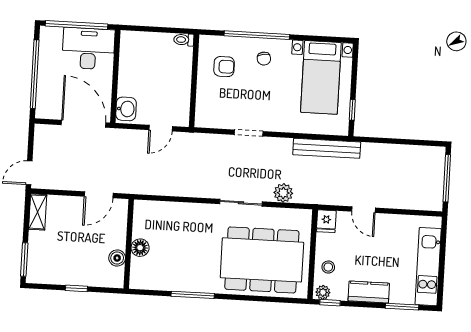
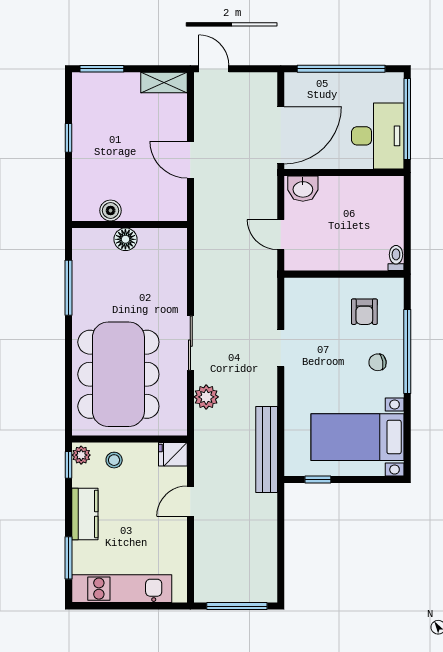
wall: (129, 244) -> (129, 224), moved
floor lamp: (140, 248) -> (125, 239), moved
boiler: (117, 258) -> (111, 211), moved

